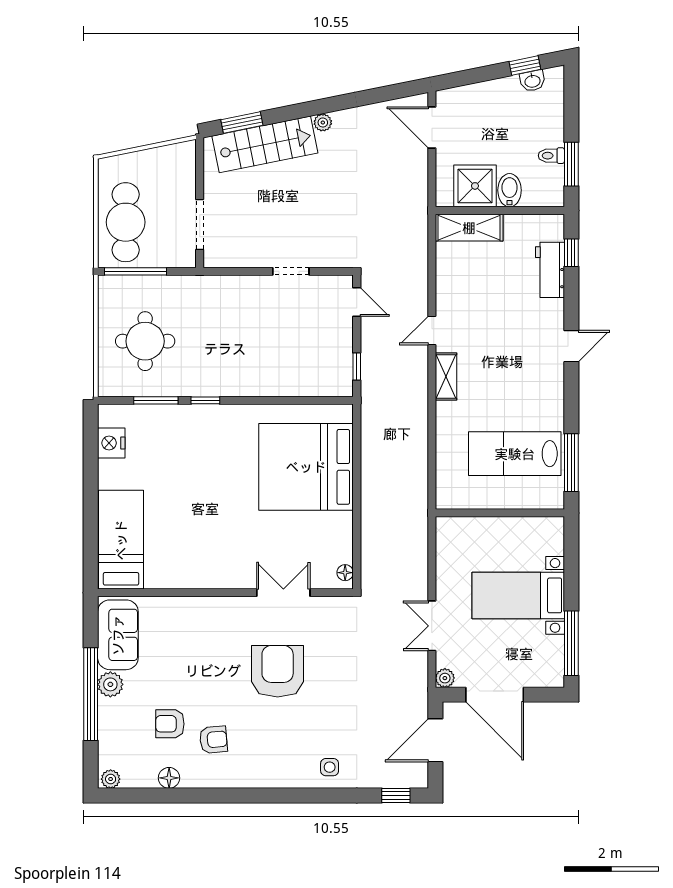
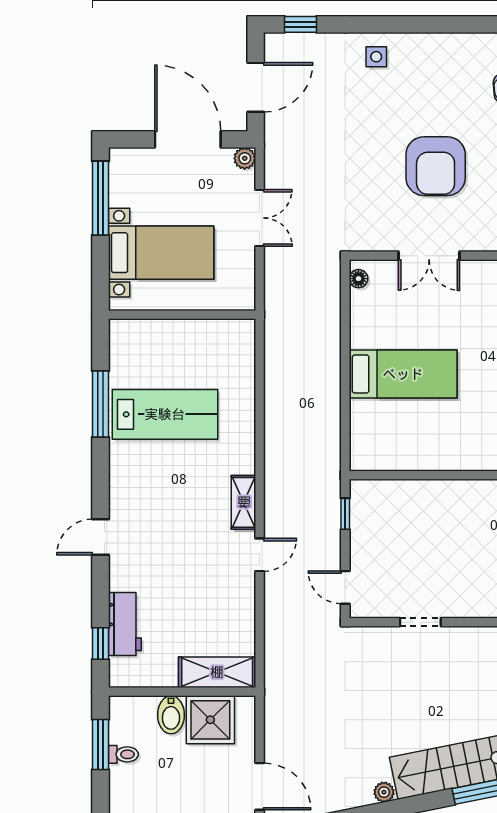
bed: (306, 467) -> (403, 374), width x0.49
wall: (500, 513) -> (182, 315), moved

